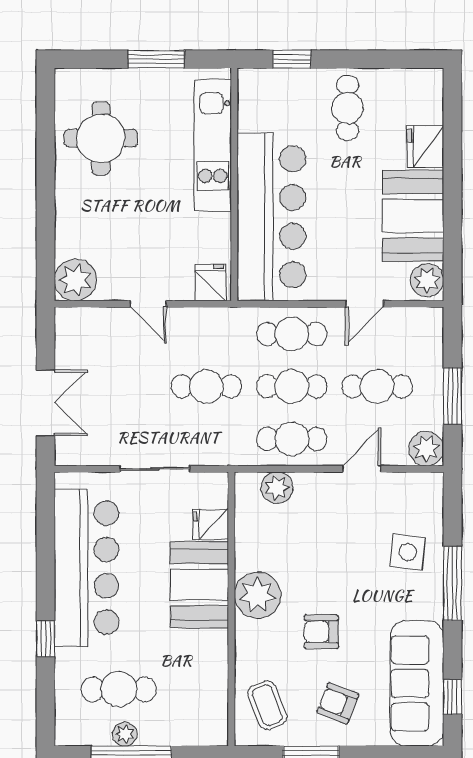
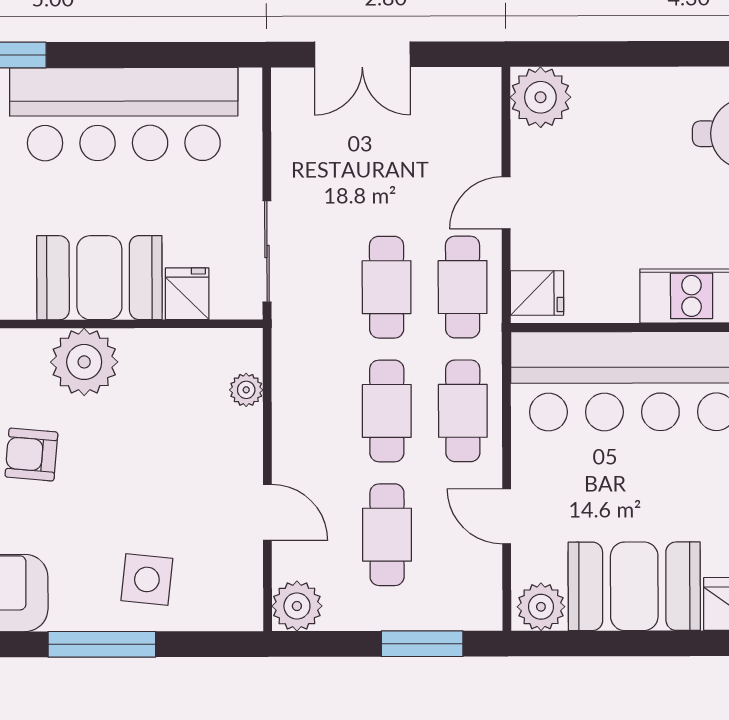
window: (452, 396) -> (422, 644), moved
cafe table: (292, 439) -> (463, 287), moved
sliding door: (155, 469) -> (267, 251), moved
plant: (277, 488) -> (246, 390), width x0.73, depth x0.73
armchair: (321, 632) -> (31, 455), turned -85

